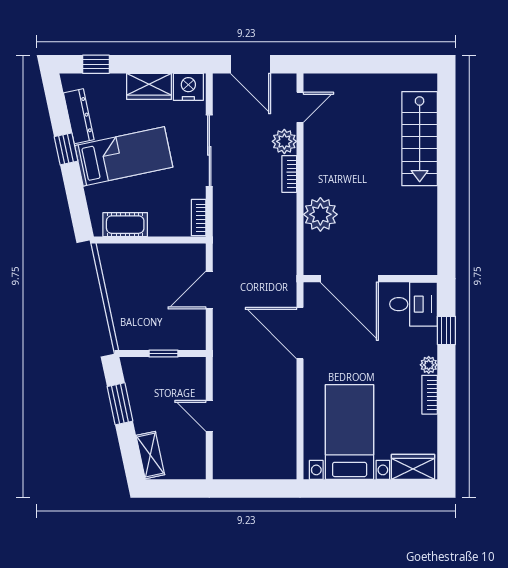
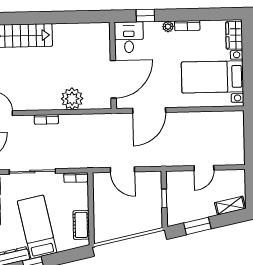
plant: (284, 141) -> (25, 123), removed

